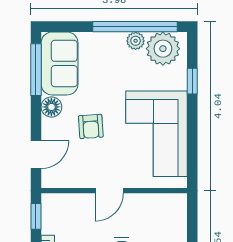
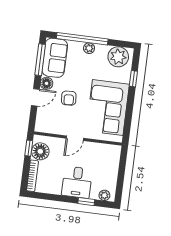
window: (135, 27) -> (82, 39), moved
plant: (136, 41) -> (89, 48), moved
door: (36, 155) -> (35, 97), moved
floor lamp: (55, 219) -> (40, 151), added

